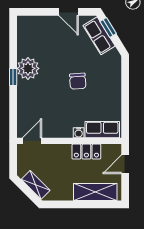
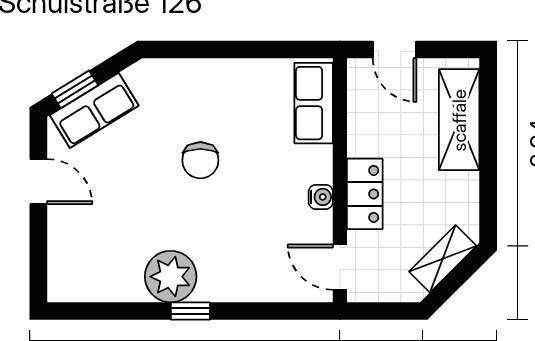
door: (69, 12) -> (38, 182), hinge flipped
chair: (78, 81) -> (200, 160), turned 94
water cooler: (79, 133) -> (321, 197), moved
locker: (86, 152) -> (365, 194), moved

